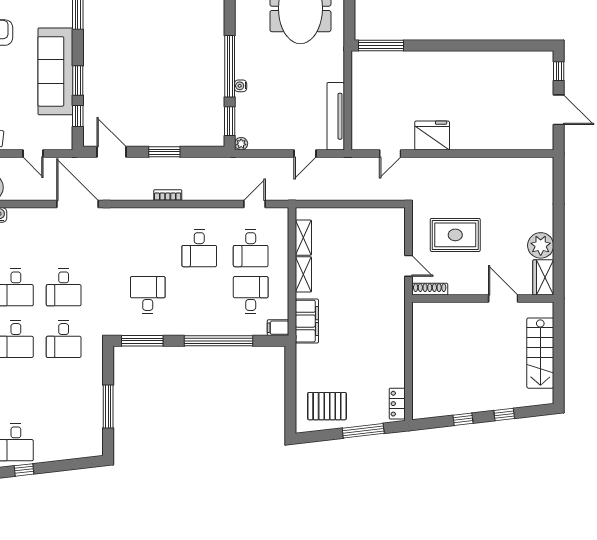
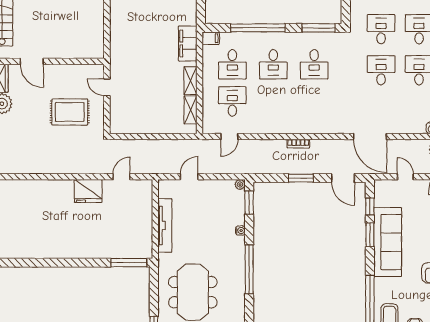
window: (230, 66) -> (249, 269), moved
tv unit: (336, 116) -> (165, 225), moved
desk: (199, 248) -> (273, 64), moved, turned 180
shoe rack: (430, 289) -> (90, 69), removed

